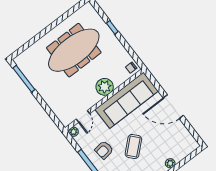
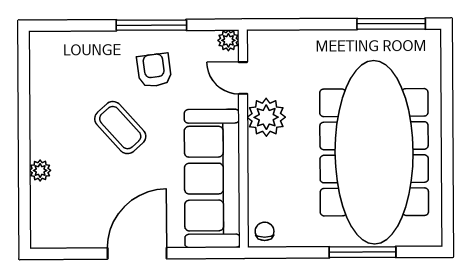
window: (112, 27) -> (362, 252), width x2.17
meeting table: (74, 50) -> (374, 152), width x1.36, depth x1.27
plant: (105, 87) -> (266, 117), moved

